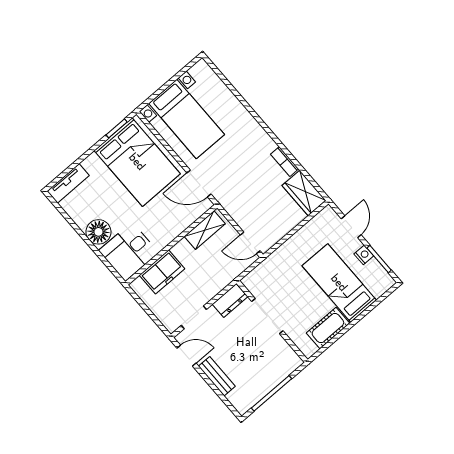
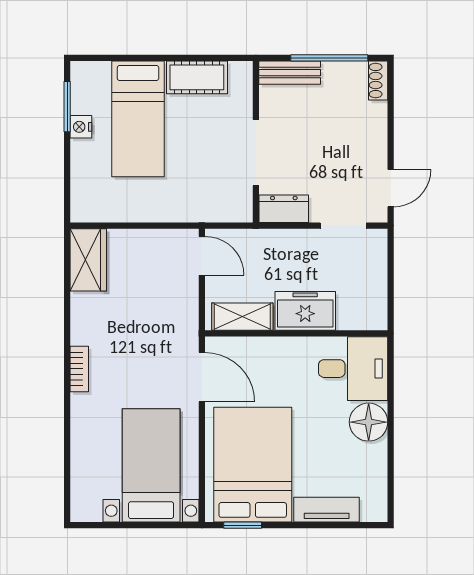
bookcase: (285, 162) -> (79, 369), moved
tv unit: (68, 183) -> (327, 510), moved
door: (351, 227) -> (67, 173), removed
freezer: (162, 272) -> (305, 311), moved
door: (186, 356) -> (391, 188), swing flipped
bench: (217, 376) -> (290, 73), moved, turned 90
shoe rack: (238, 403) -> (378, 81), added

